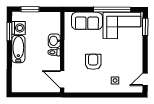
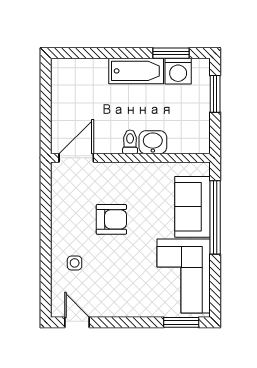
window: (112, 10) -> (215, 217), moved

